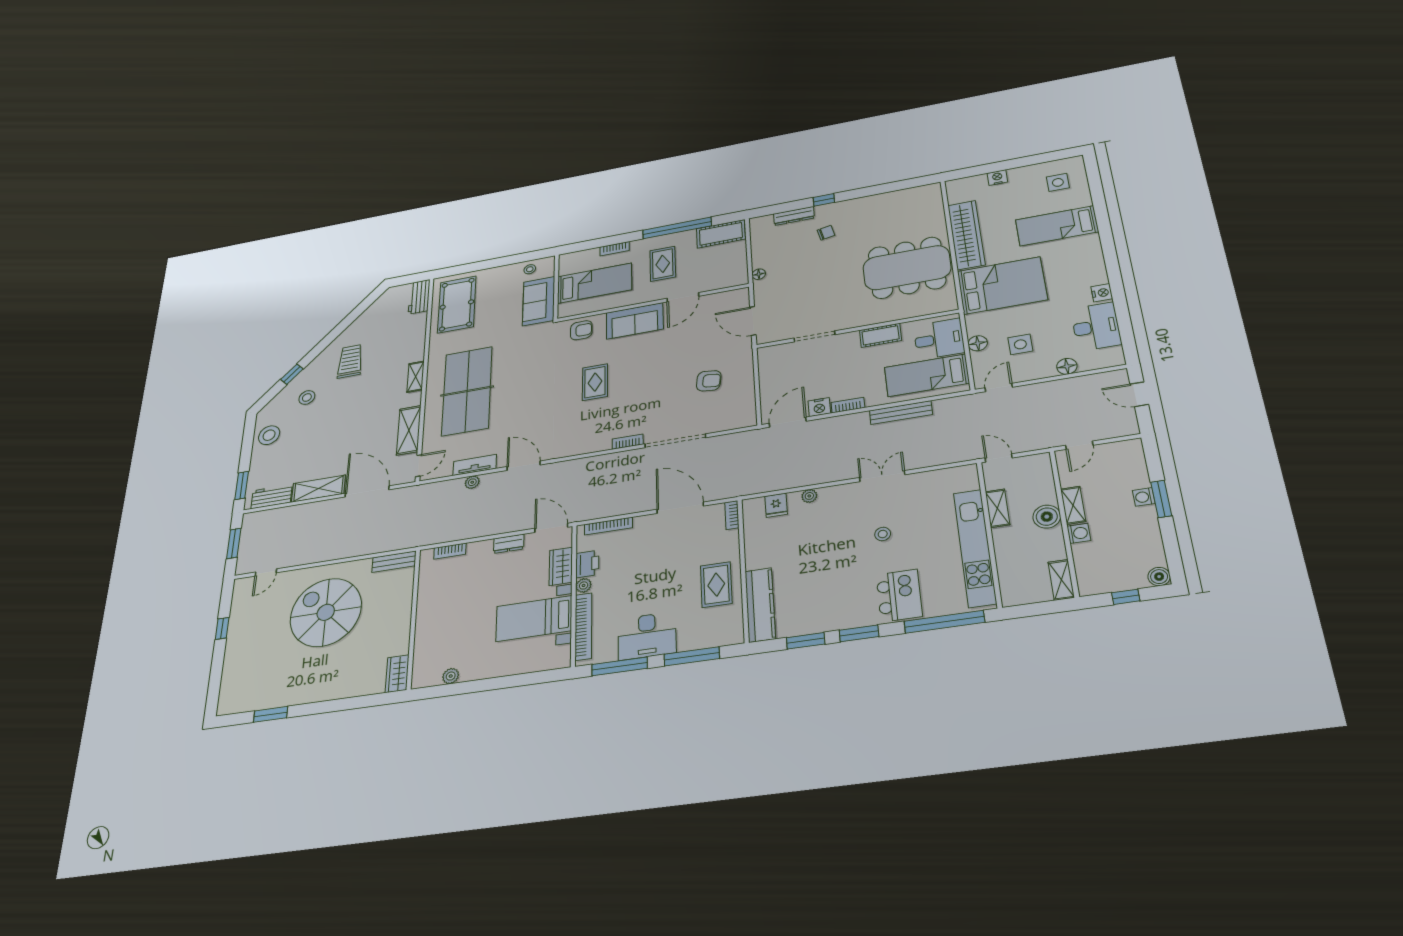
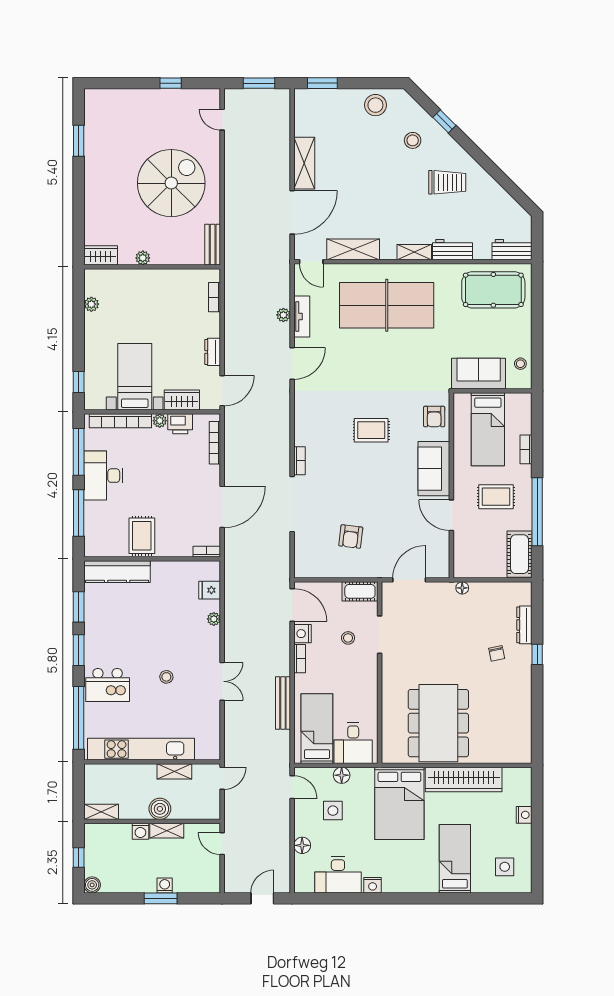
cot: (880, 335) -> (360, 591), moved, turned 90
stool: (821, 364) -> (348, 638), added
workbench: (272, 497) -> (453, 250), moved, turned -90
rug: (716, 585) -> (142, 536), turned 90
plant: (403, 629) -> (143, 258), added
window: (538, 678) -> (79, 382), added

